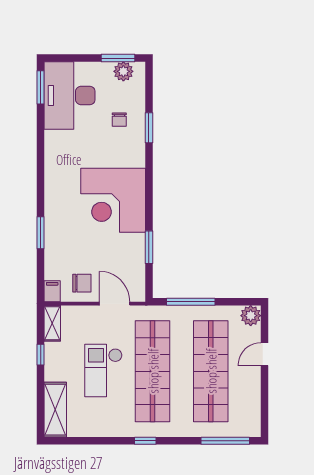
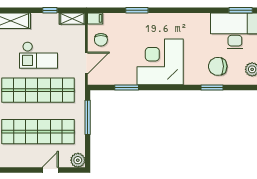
chair: (119, 120) -> (218, 66), width x1.87, depth x1.87
door: (264, 354) -> (50, 170), hinge flipped
checkout: (103, 371) -> (39, 55), turned 180

